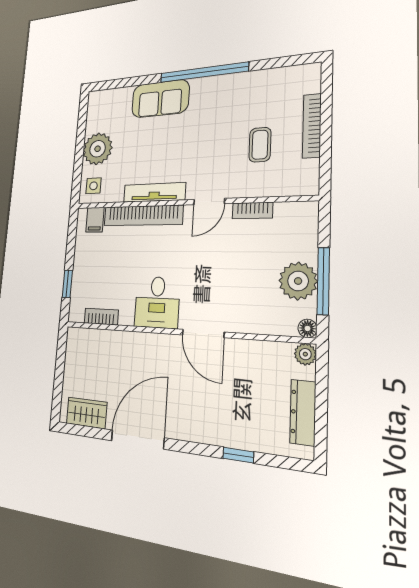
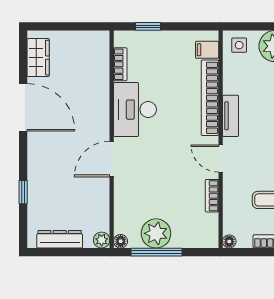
floor lamp: (311, 187) -> (229, 241), added
tv unit: (154, 192) -> (230, 116), width x0.71
desk: (157, 302) -> (135, 110), width x1.37

